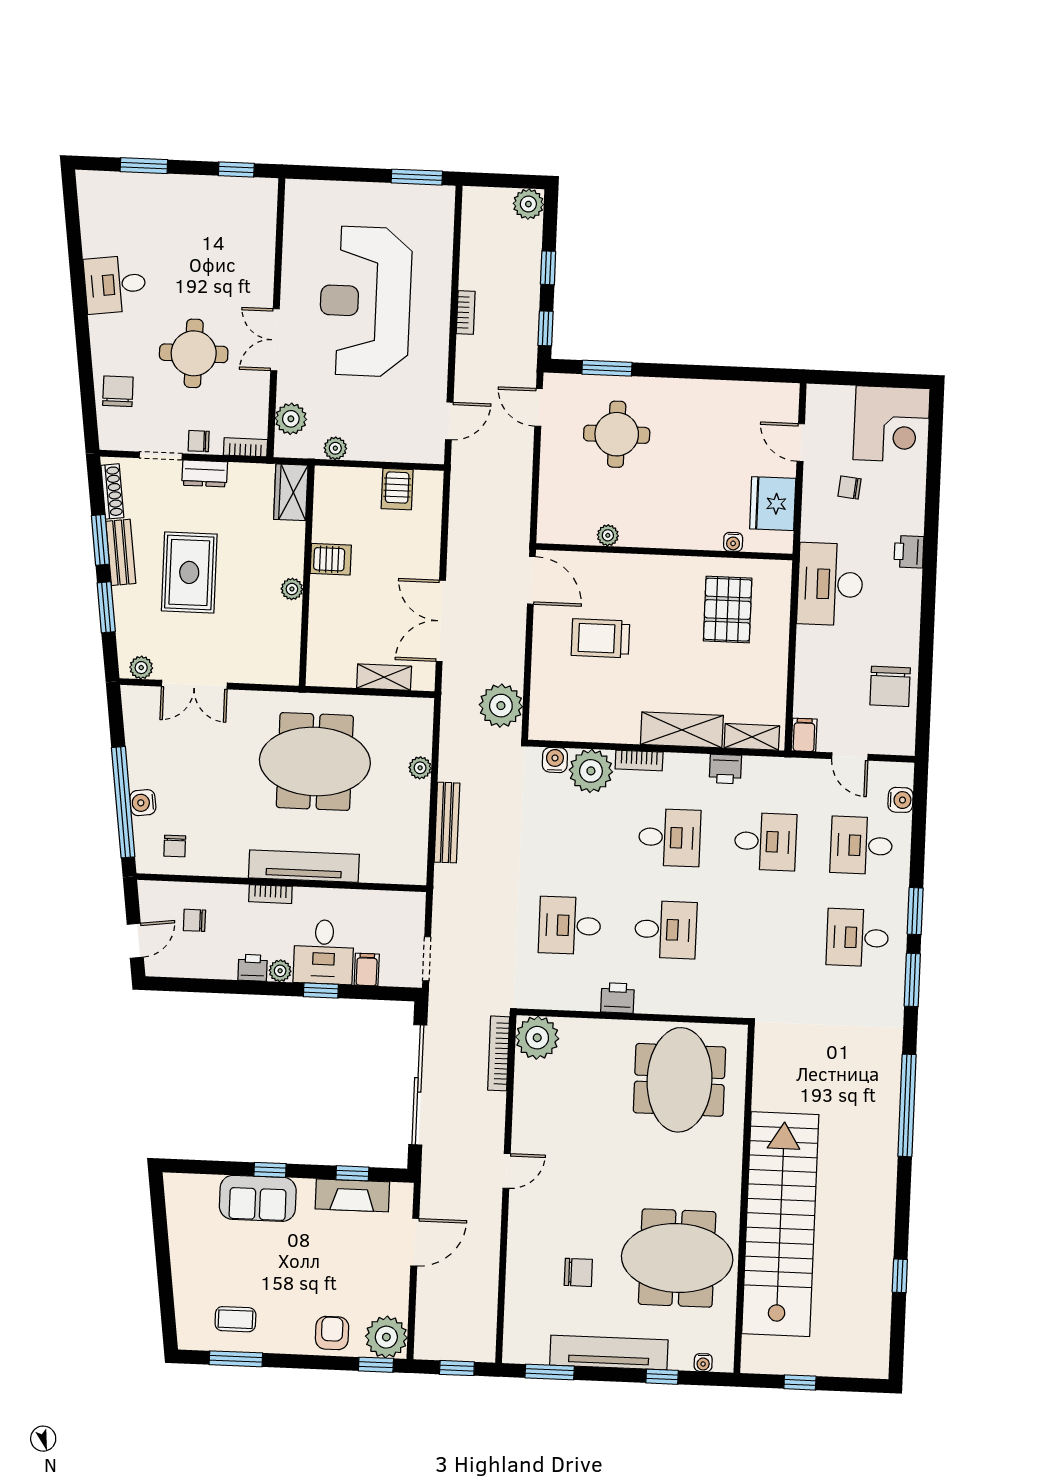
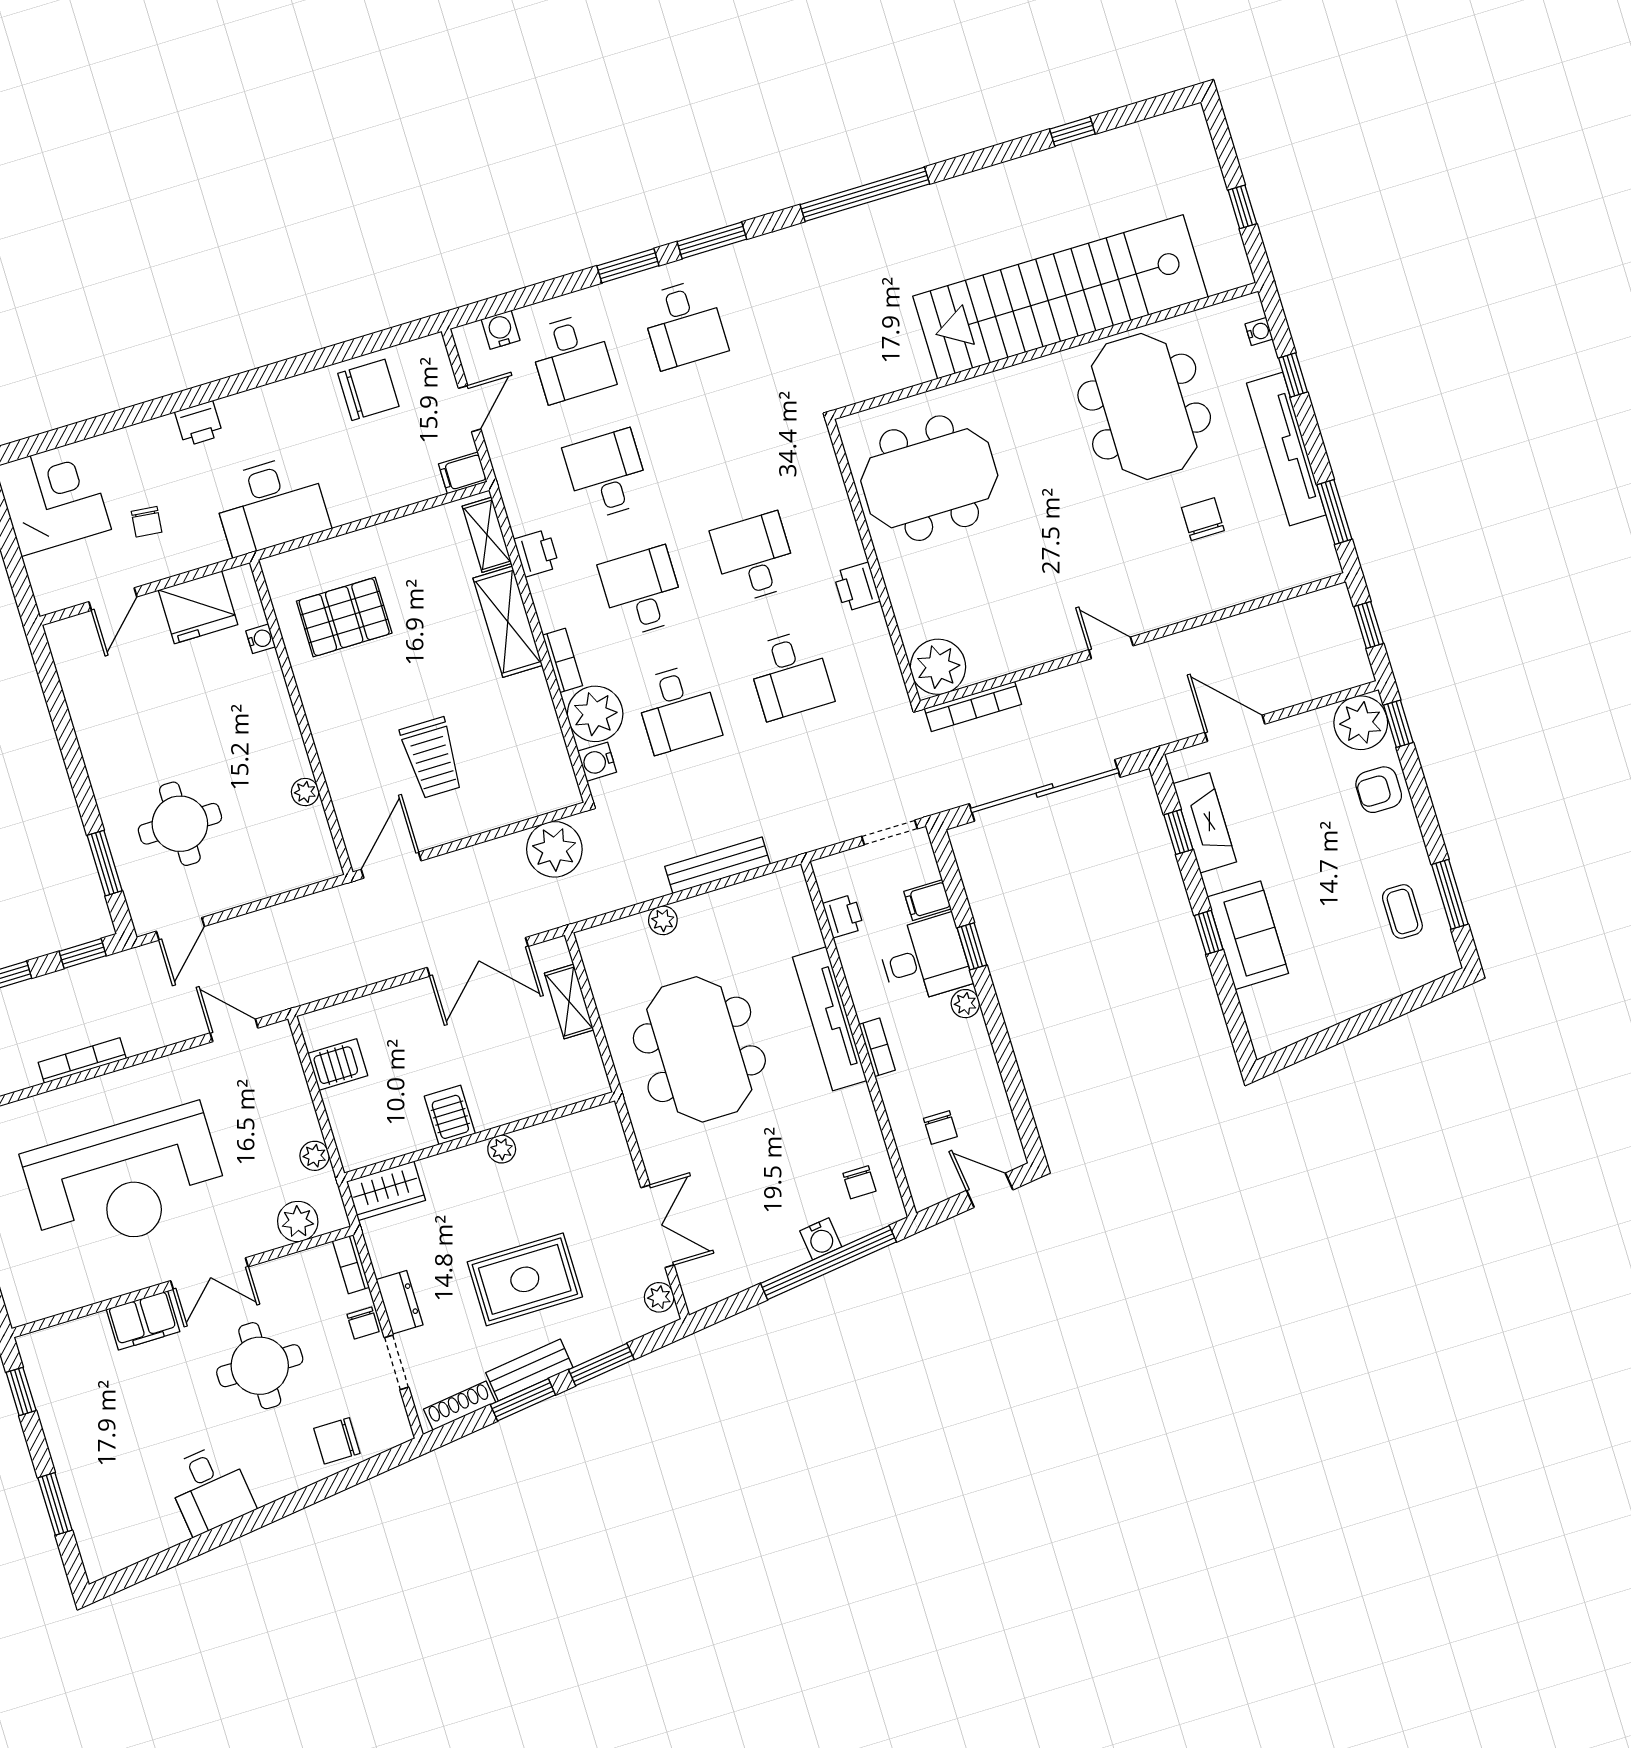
filing cabinet: (257, 278) -> (143, 1320), added
bookcase: (466, 313) -> (82, 1060), width x1.56
desk: (574, 833) -> (678, 708), added
chair: (175, 846) -> (859, 1182), turned 90
printer: (253, 968) -> (843, 916), moved, turned 180

